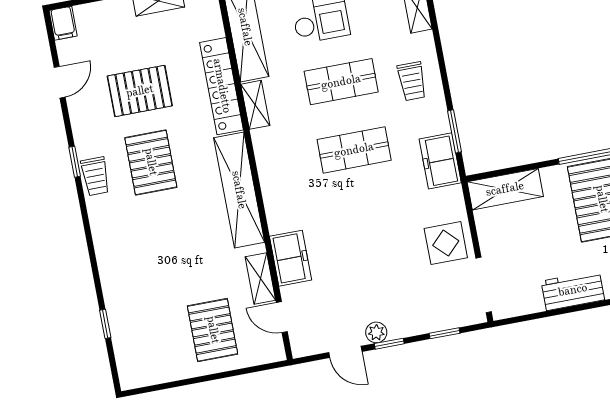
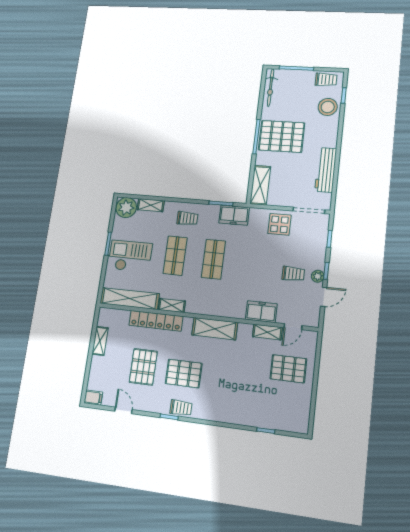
shelving: (239, 190) -> (215, 329), width x0.68
workbench: (573, 290) -> (326, 170), width x1.38
trolley: (369, 291) -> (293, 274), added

